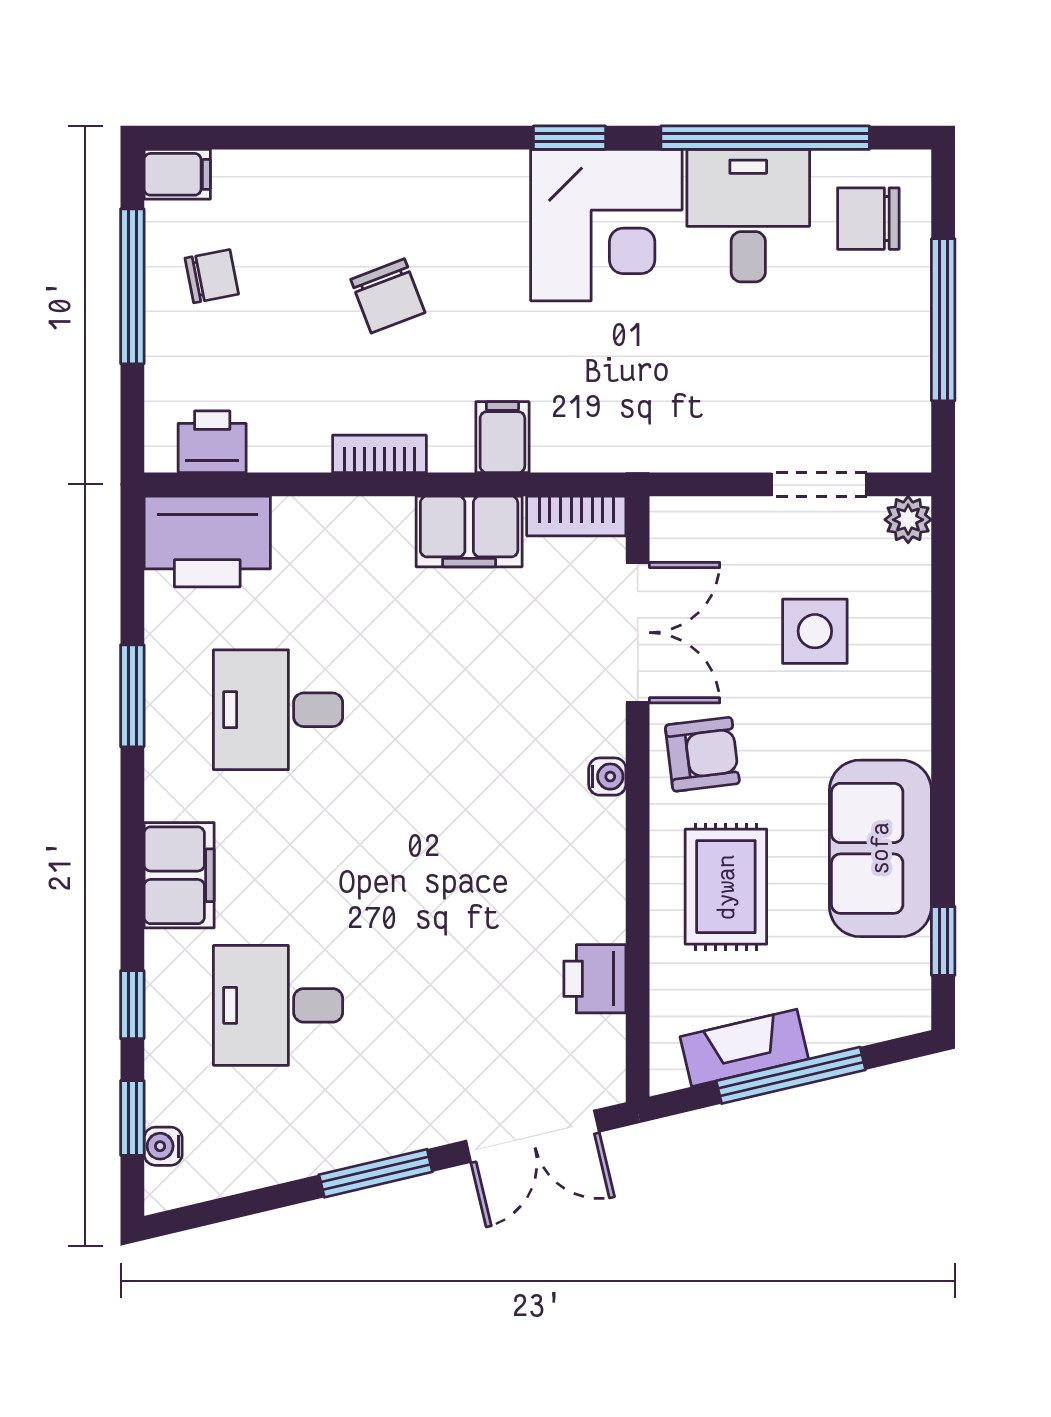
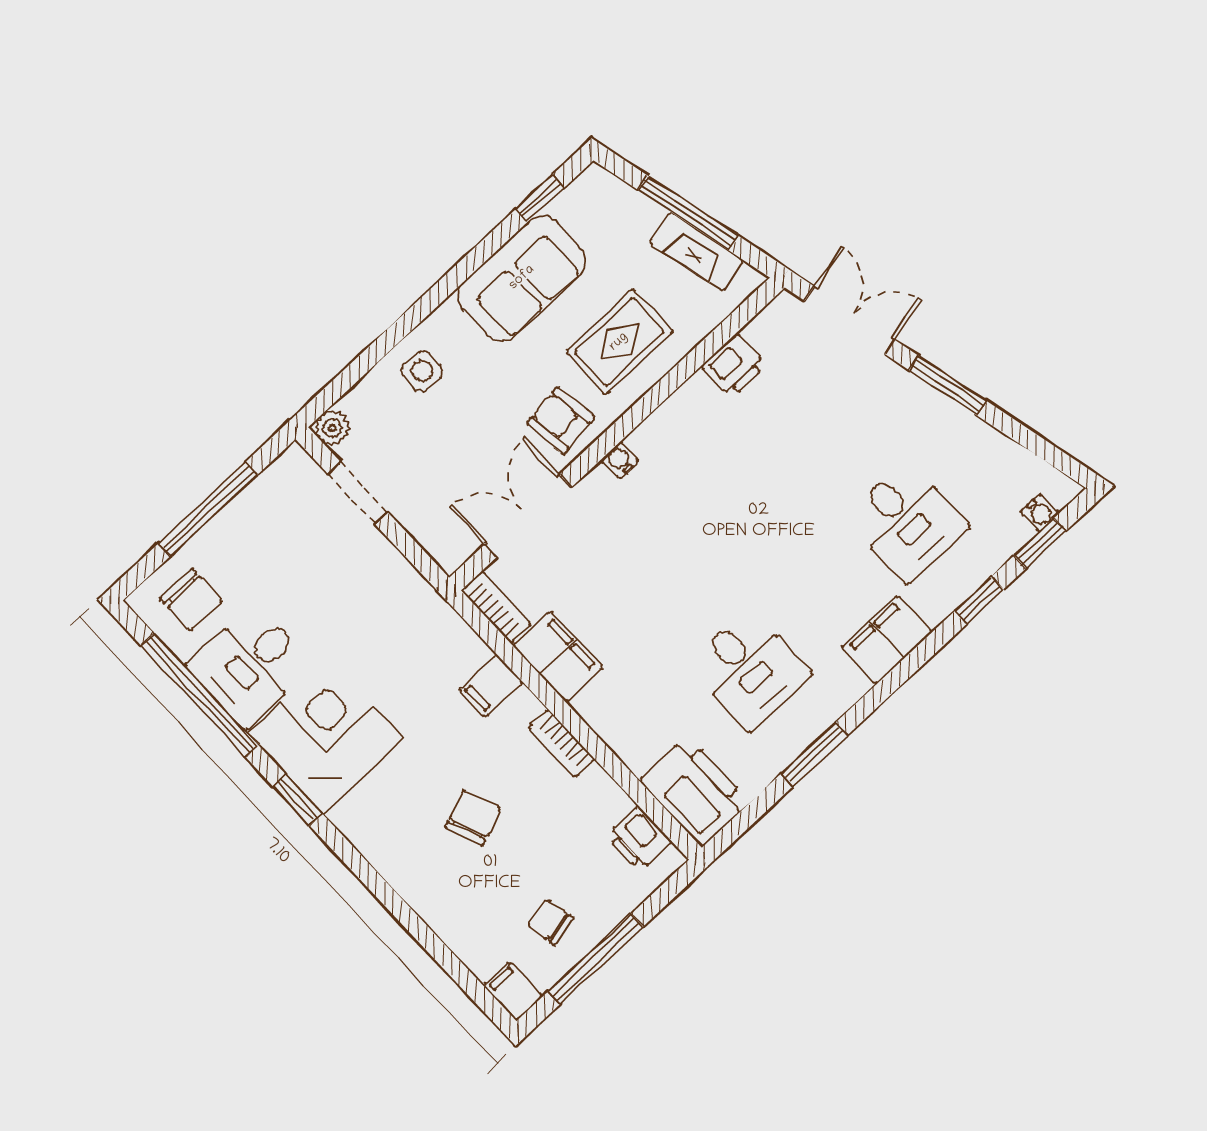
side table: (815, 631) -> (422, 371), moved, width x0.73, depth x0.73

